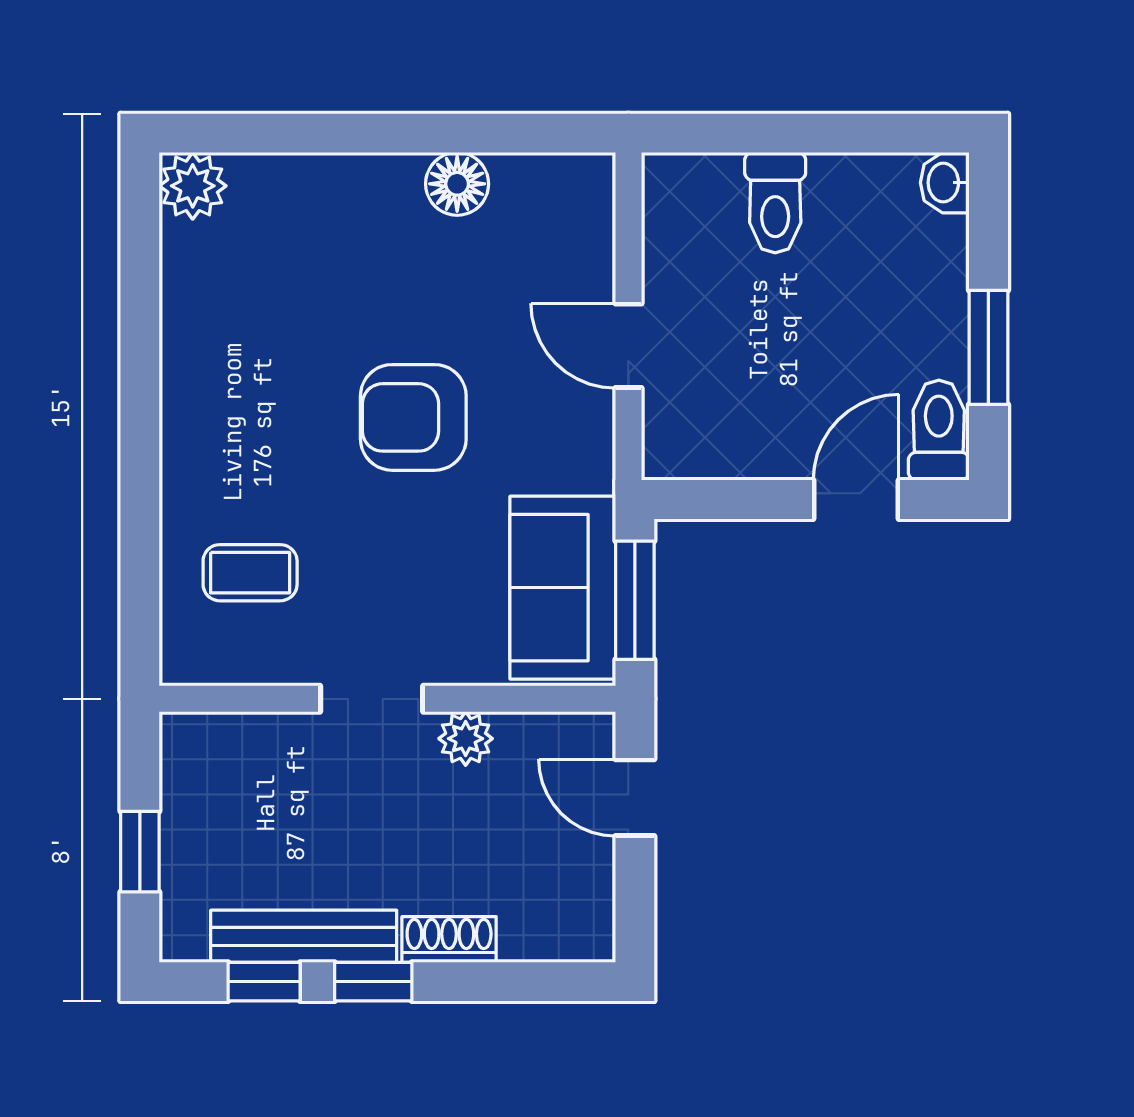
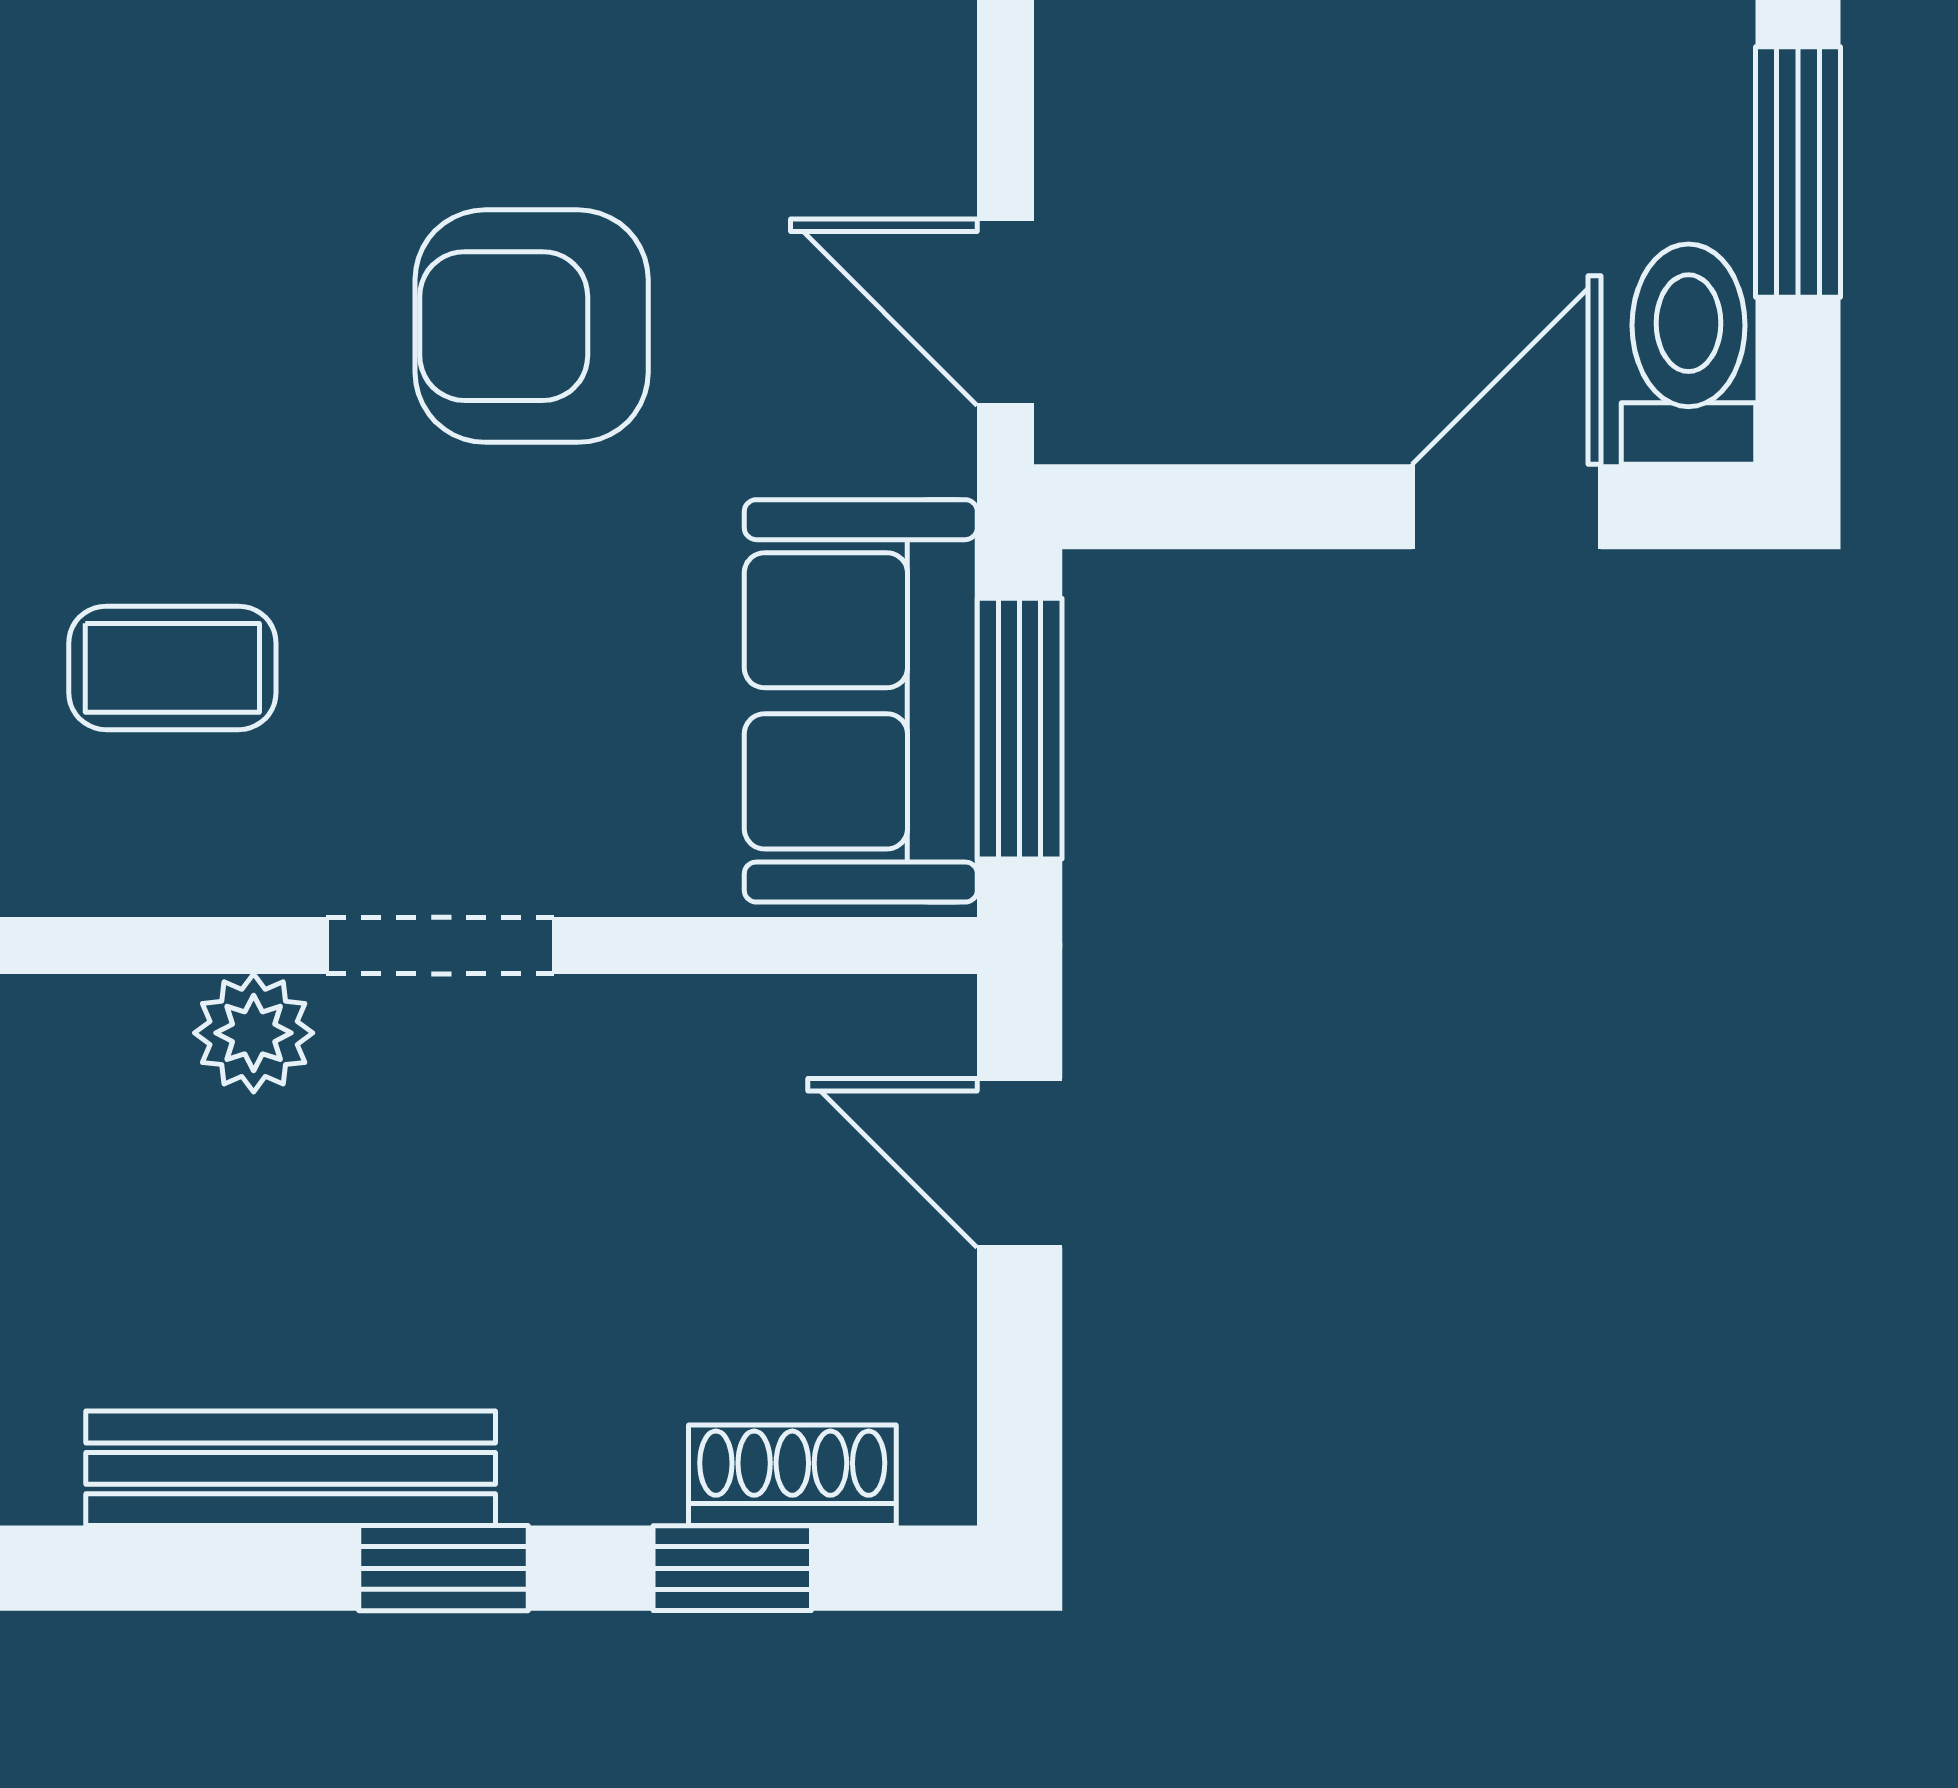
door: (628, 346) -> (1005, 312), moved
plant: (466, 739) -> (254, 1033), moved
shoe rack: (449, 939) -> (792, 1475), moved
window: (264, 982) -> (732, 1568), moved

